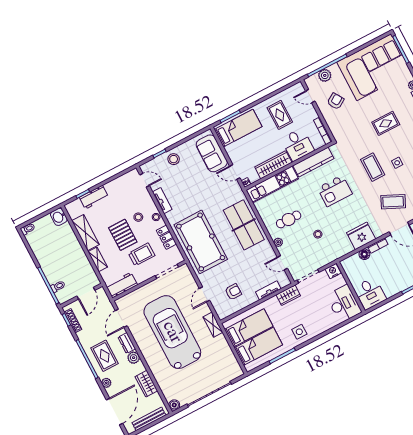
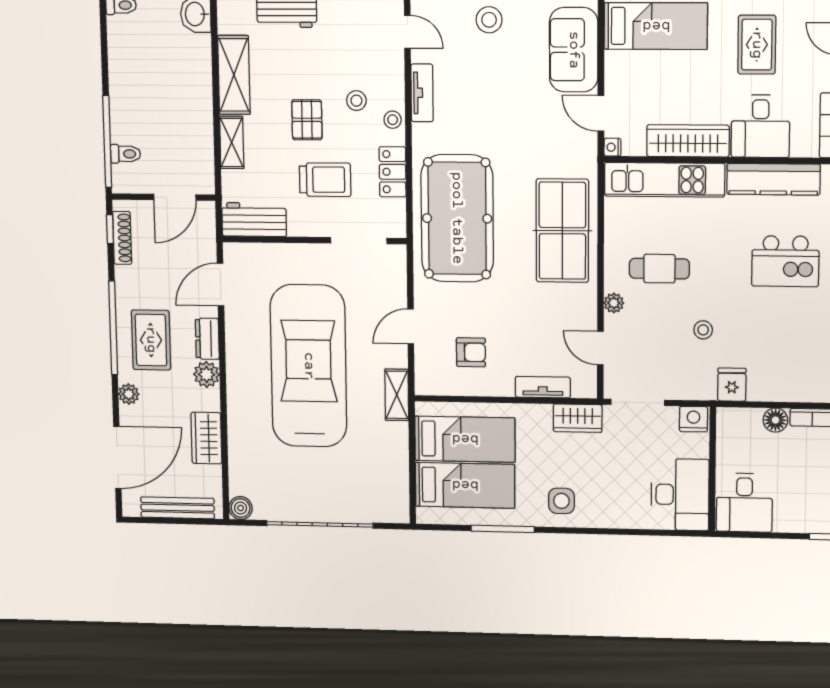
pallet: (123, 235) -> (307, 120), width x0.67, depth x0.71
fridge: (361, 236) -> (732, 385), moved, width x0.53, depth x0.75

